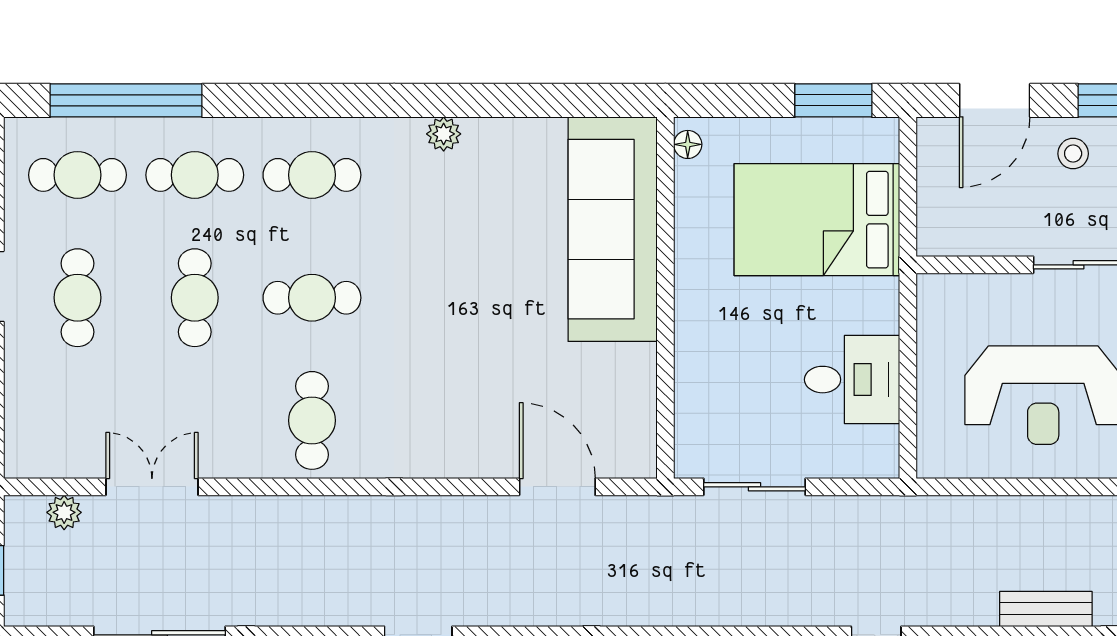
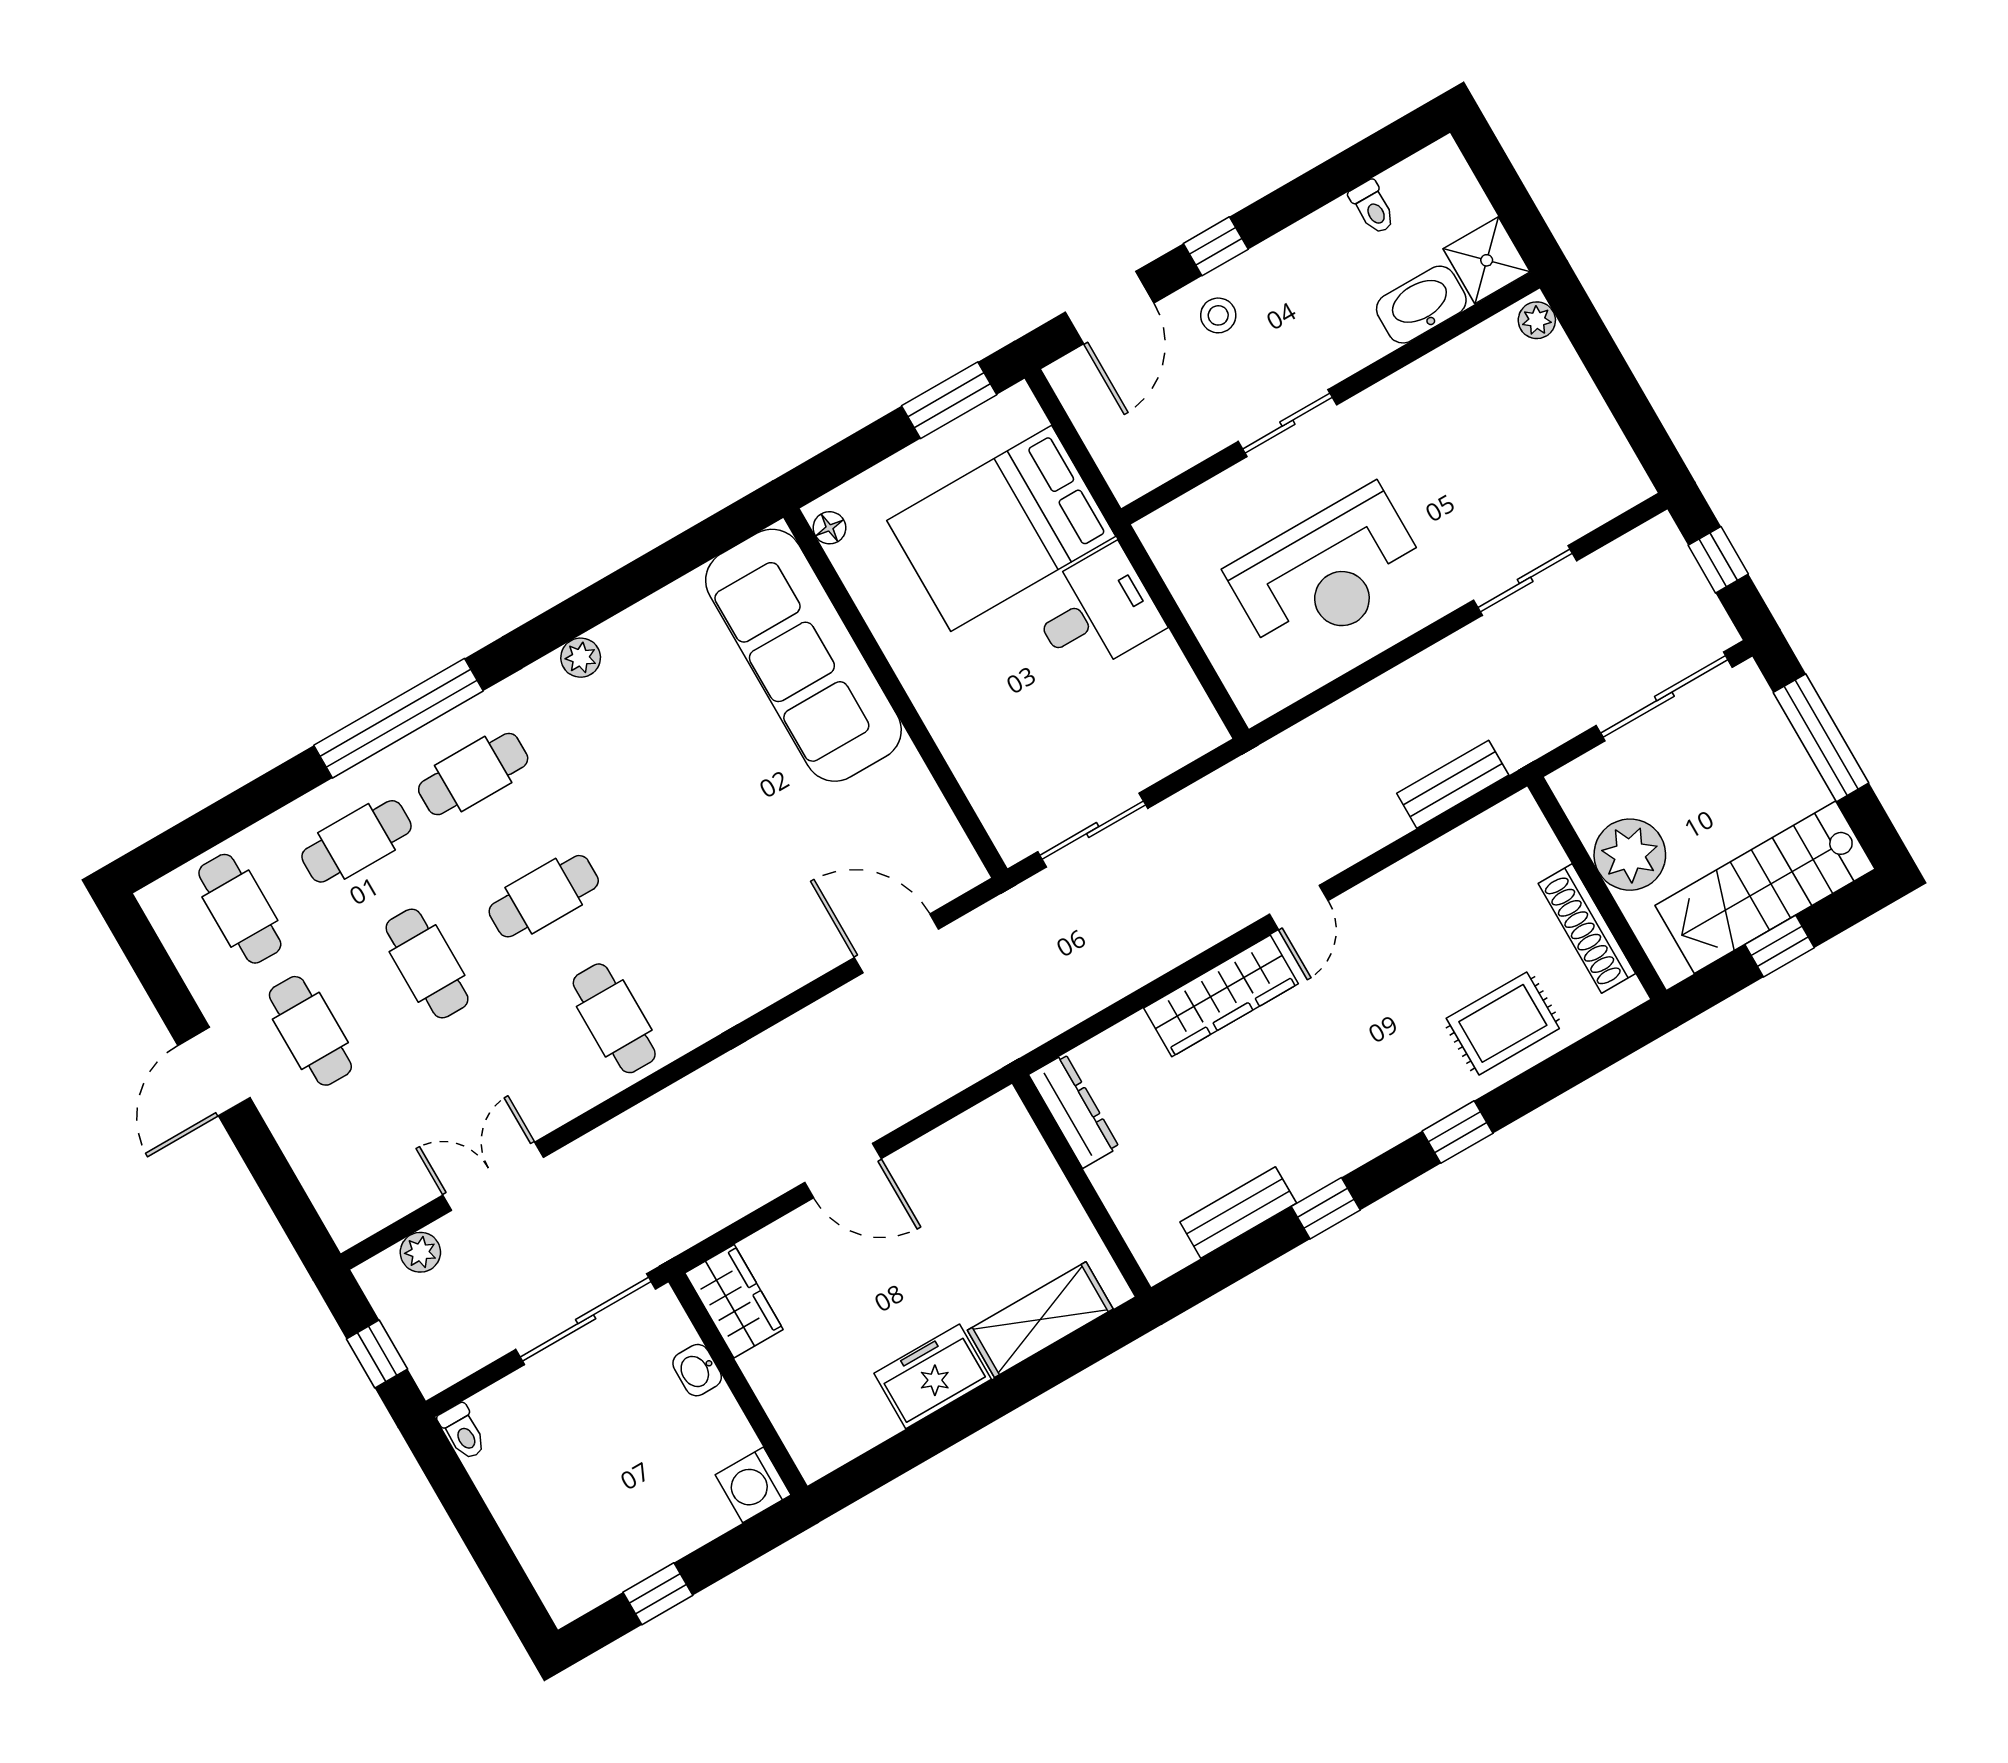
window: (126, 100) -> (398, 718), moved
cafe table: (78, 175) -> (240, 909), turned 90
desk: (852, 380) -> (1096, 611), moved

